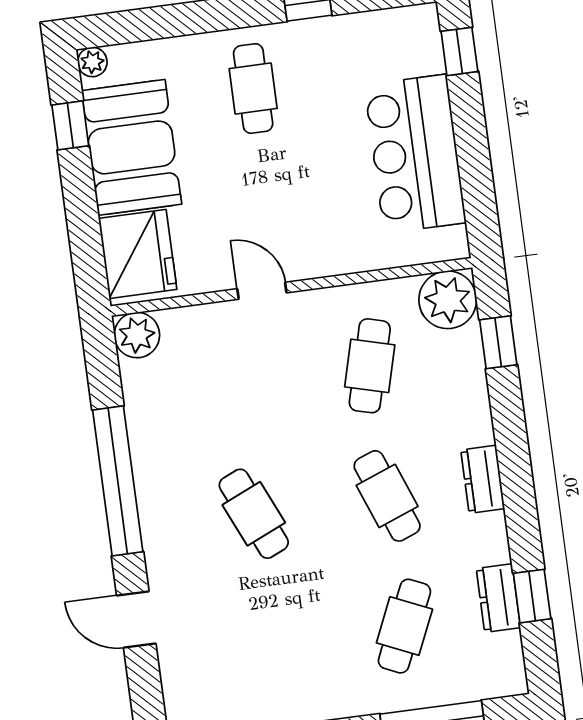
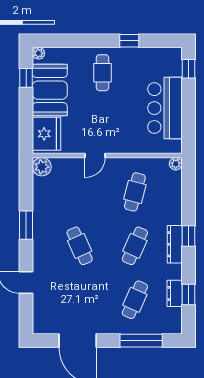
door: (262, 291) -> (95, 156), swing flipped
plant: (448, 300) -> (176, 164), width x0.53, depth x0.53
window: (498, 342) -> (188, 236), moved
dresser: (483, 479) -> (175, 244), width x1.44
window: (118, 481) -> (26, 225), width x0.47
cafe table: (387, 496) -> (135, 246), turned 45

